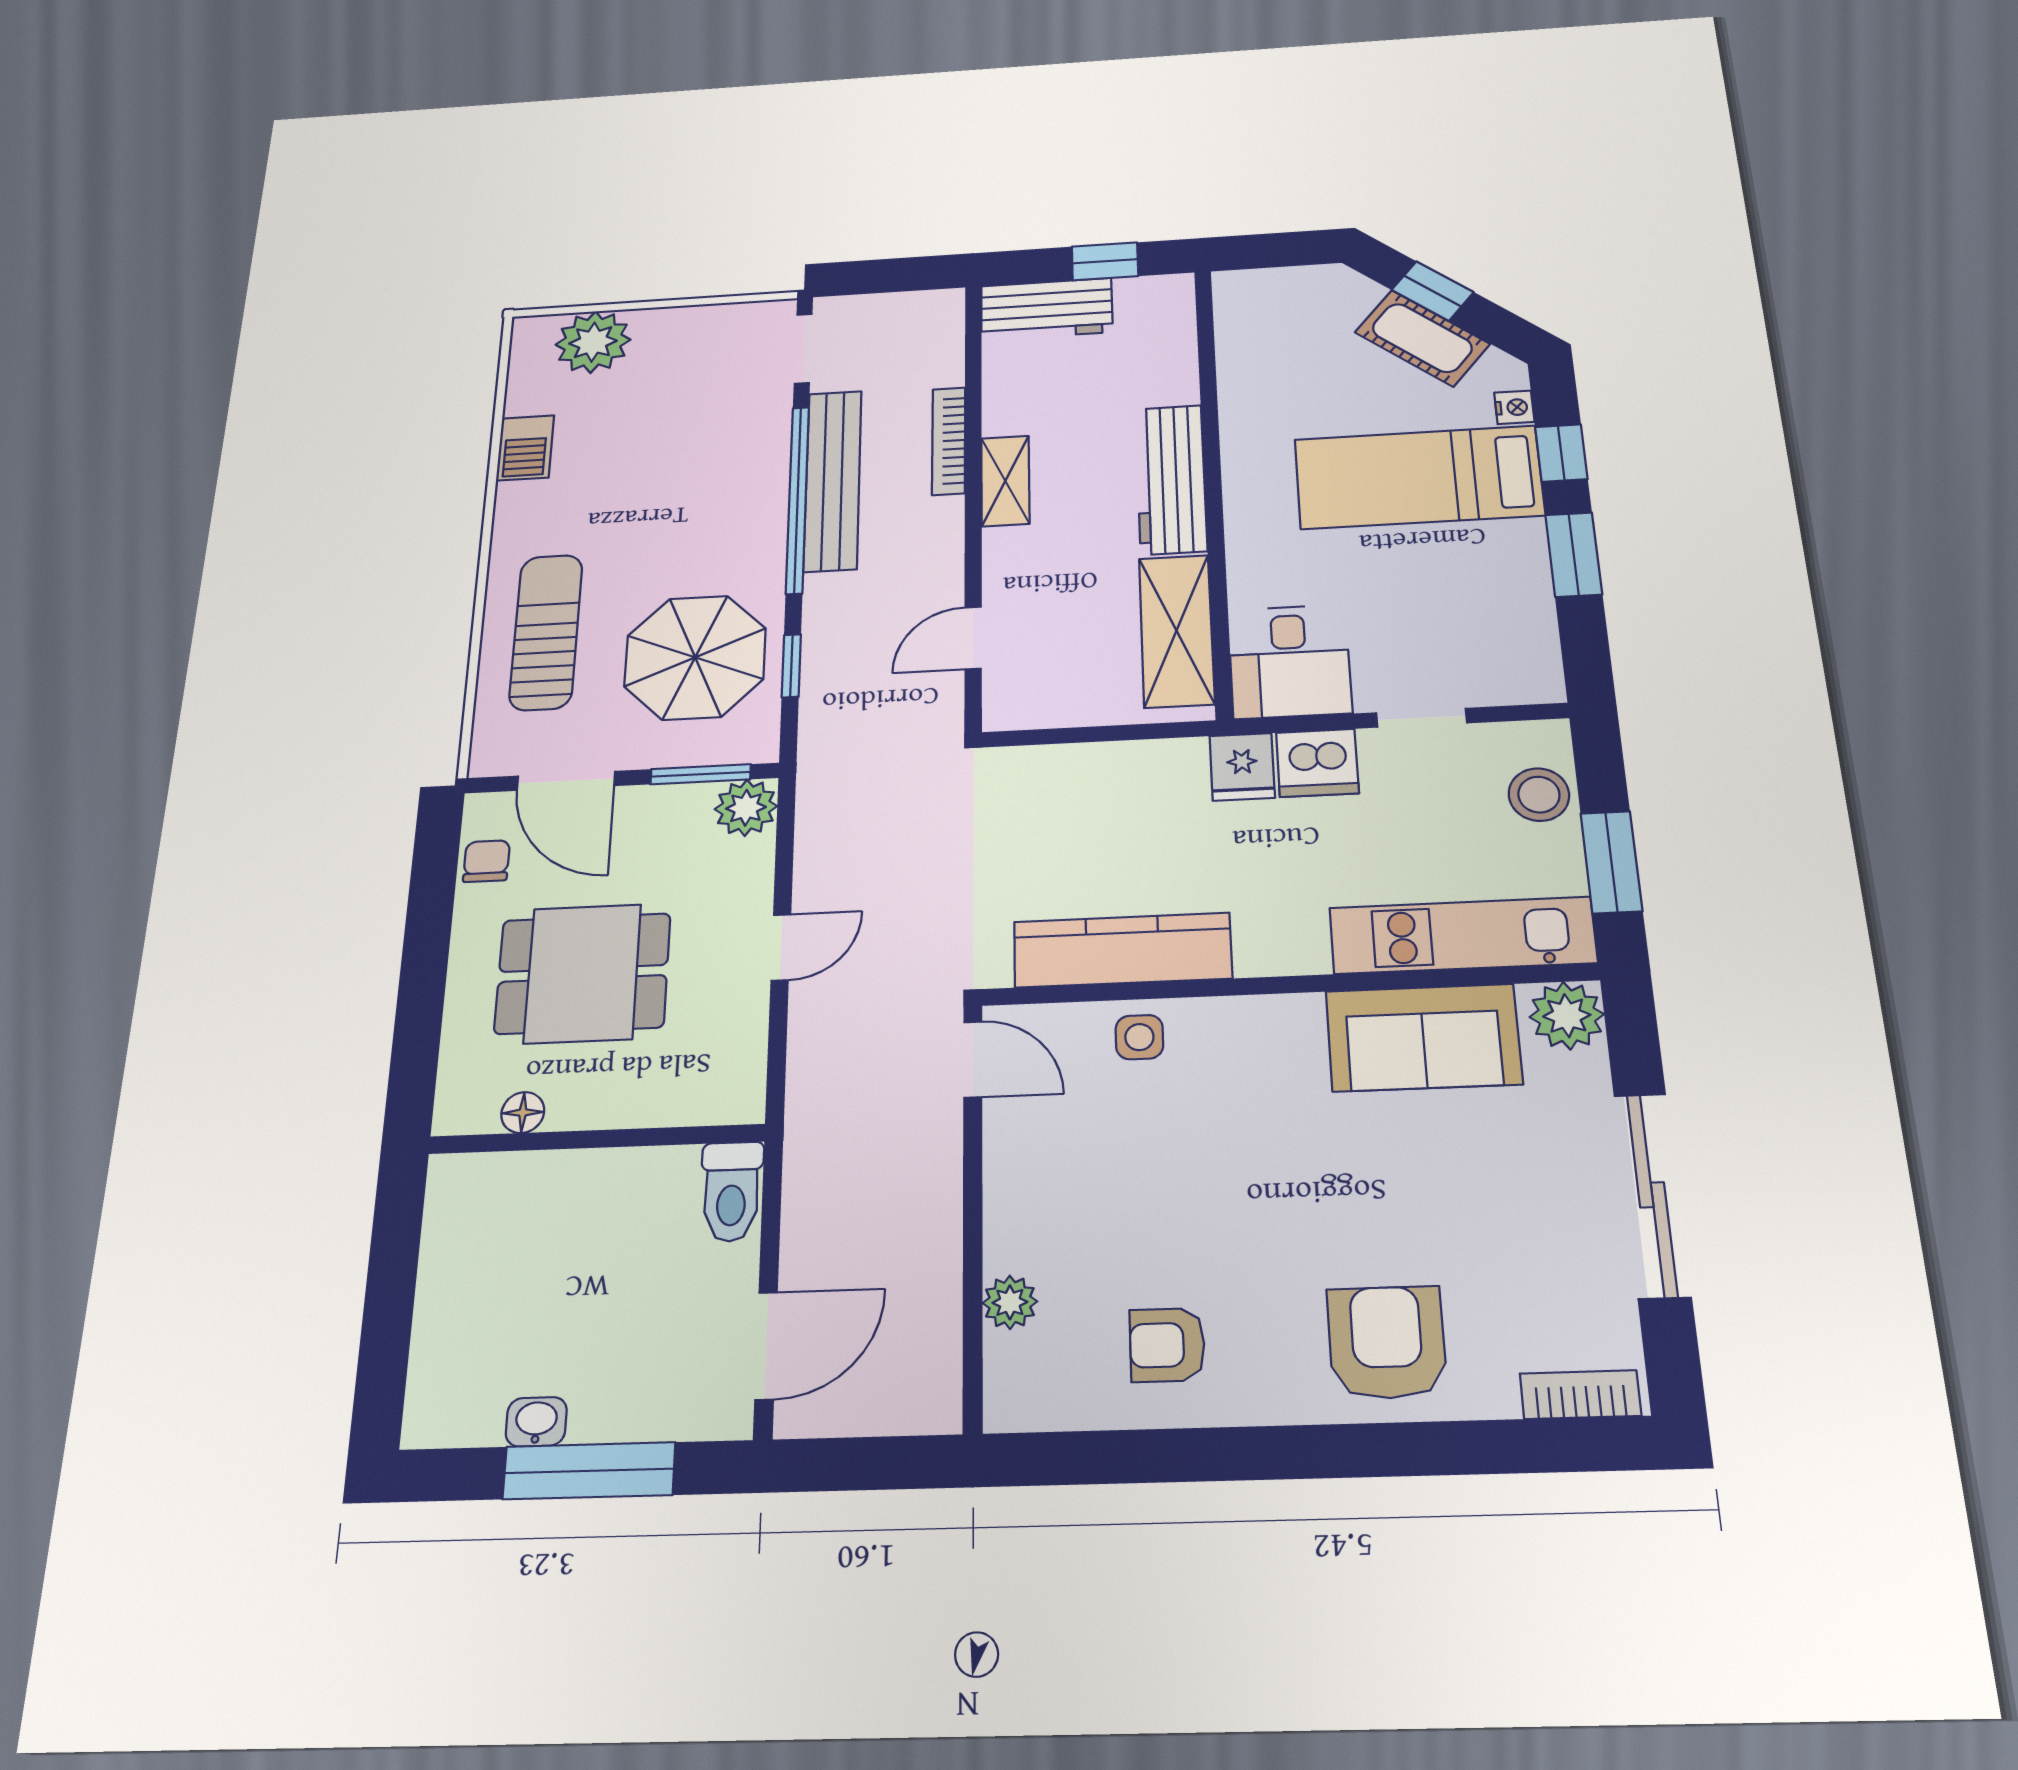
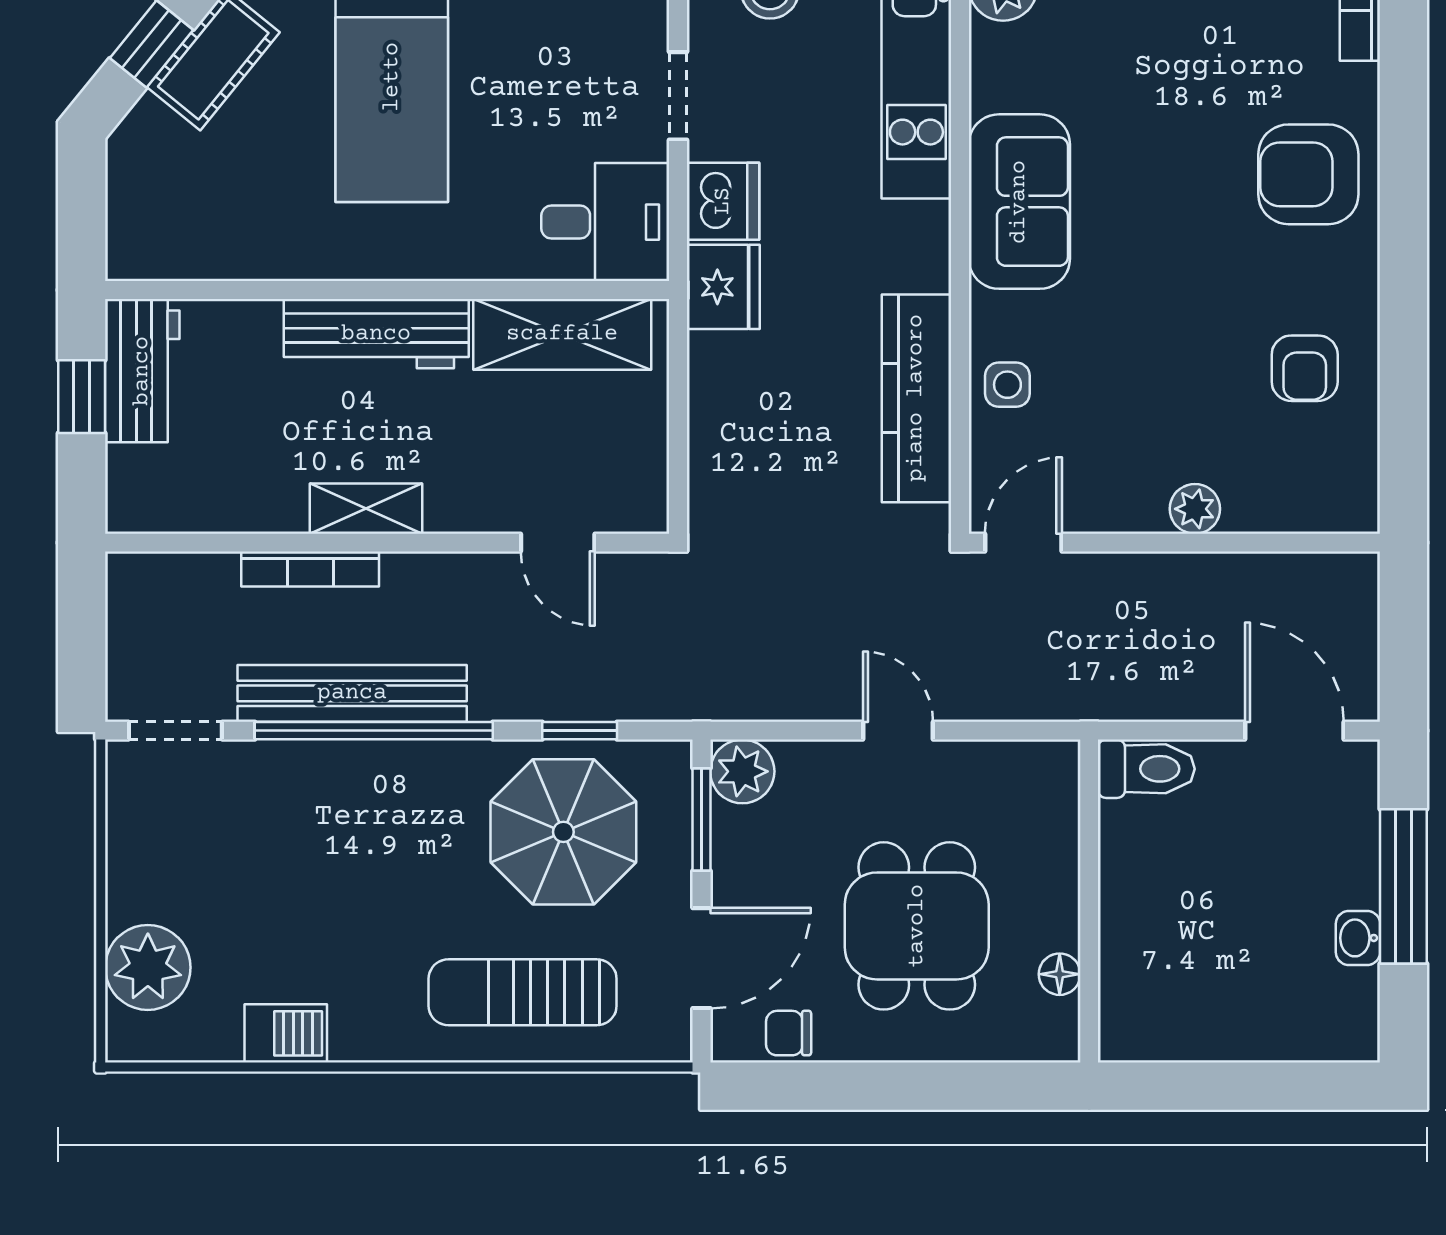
workbench: (1047, 309) -> (142, 371), moved
fridge: (1242, 767) -> (723, 287), width x1.38
sofa: (1423, 1038) -> (1019, 202), moved
plant: (1010, 1302) -> (1195, 509), moved

